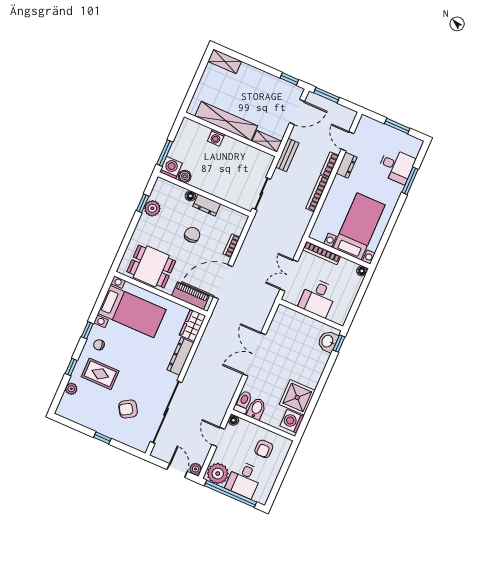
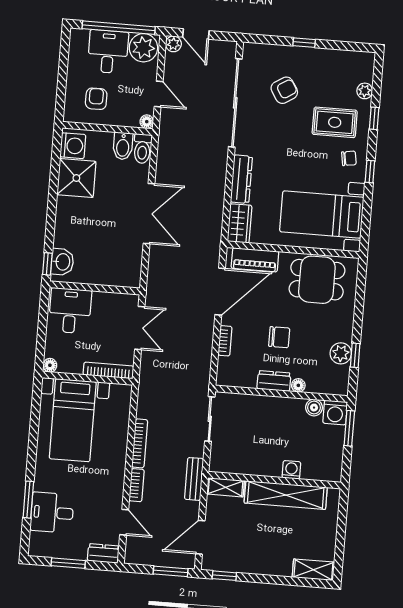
dresser: (347, 165) -> (103, 553), moved, turned 90
chair: (192, 235) -> (279, 337), turned -90
desk: (318, 298) -> (70, 311), moved

